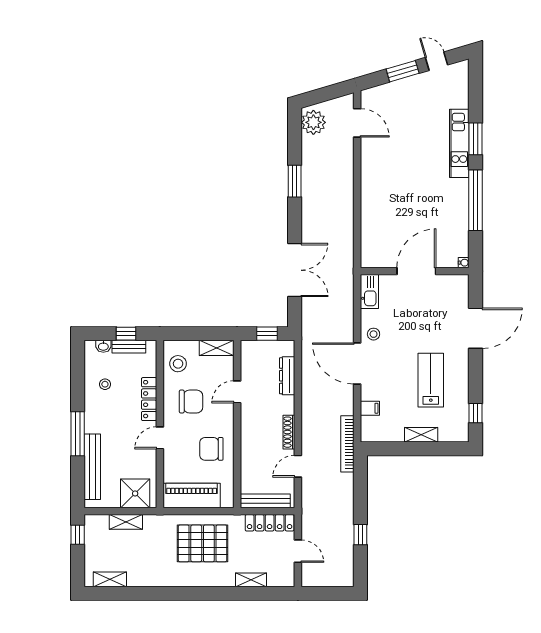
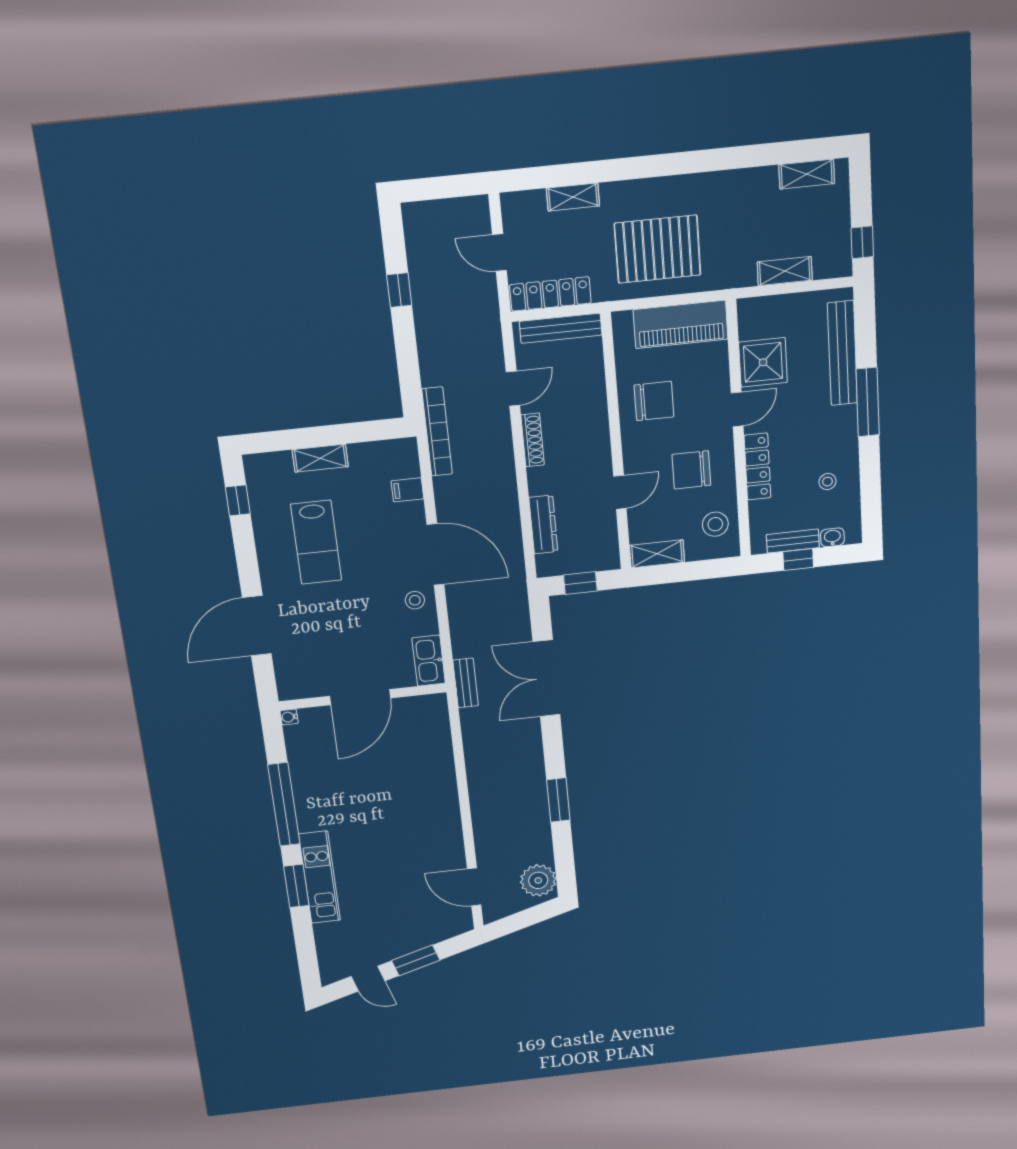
bench: (347, 273) -> (466, 683), added
shower: (135, 493) -> (763, 362), moved

